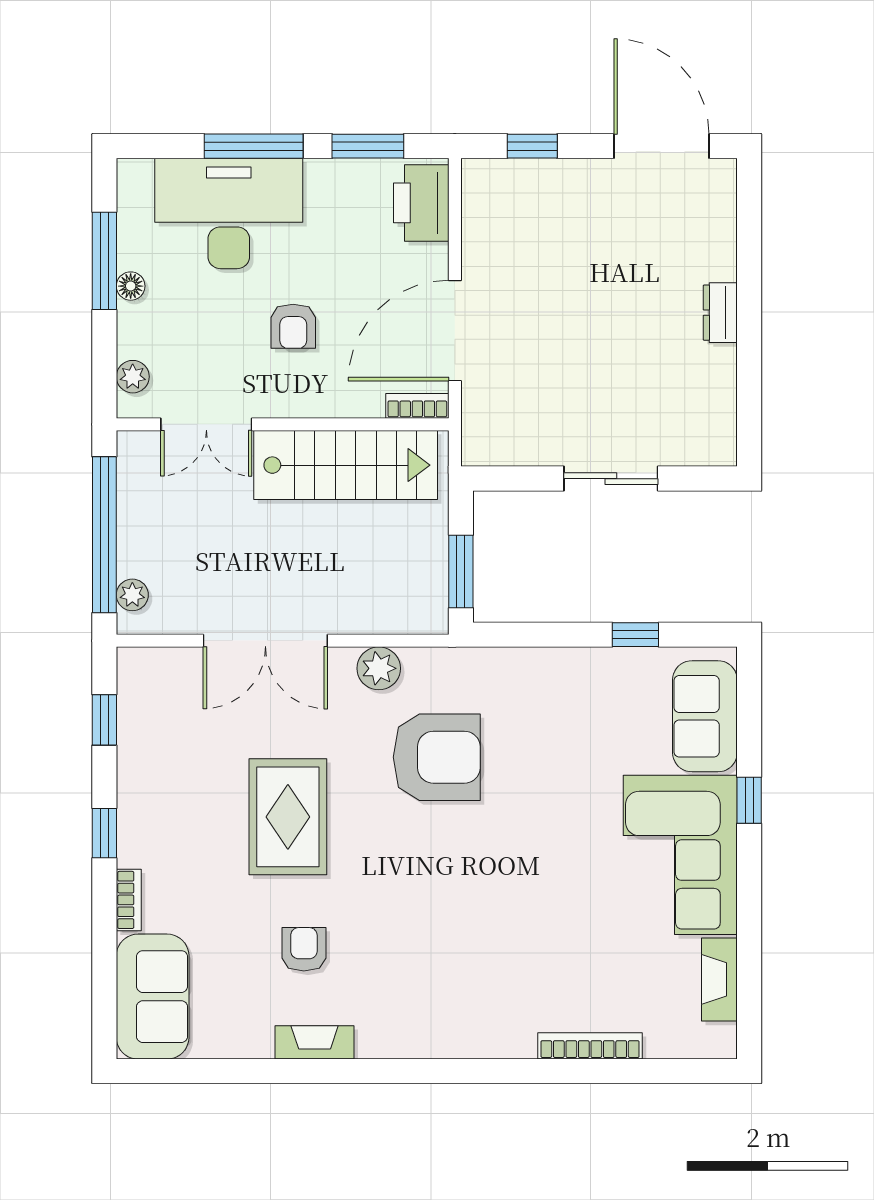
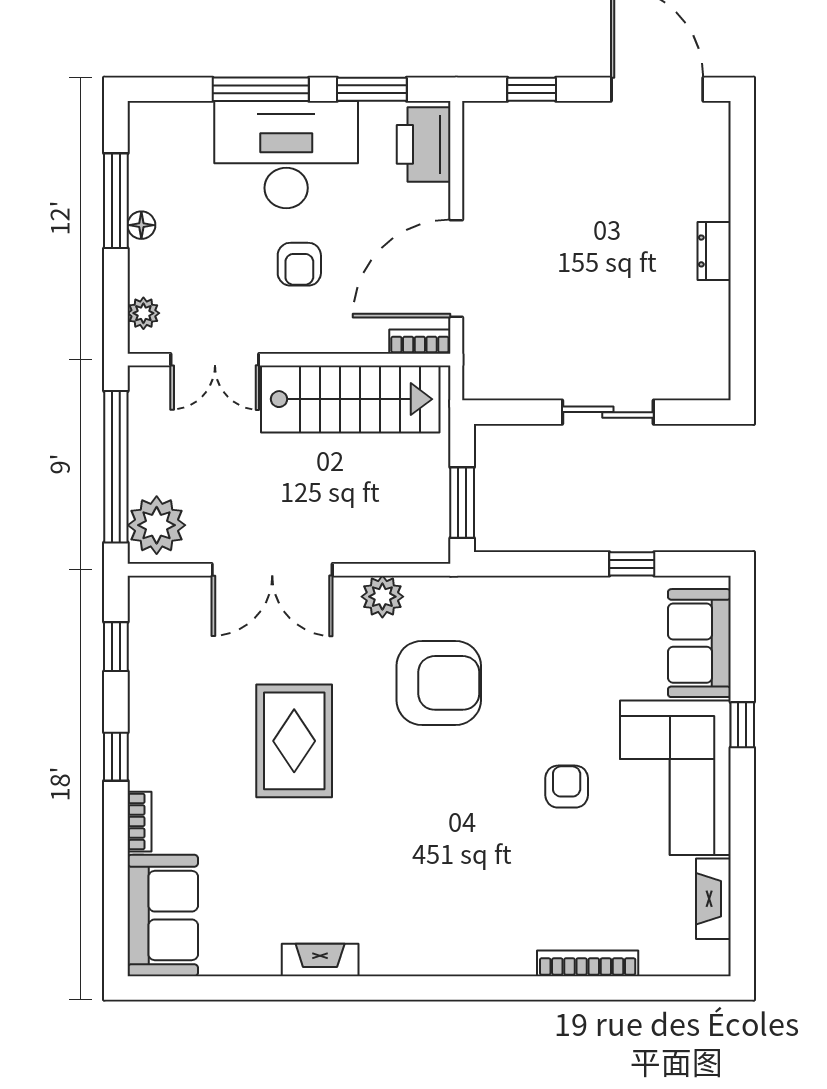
desk: (229, 213) -> (286, 155), moved
plant: (132, 595) -> (157, 525), width x1.87, depth x1.87
armchair: (304, 949) -> (567, 787), moved

